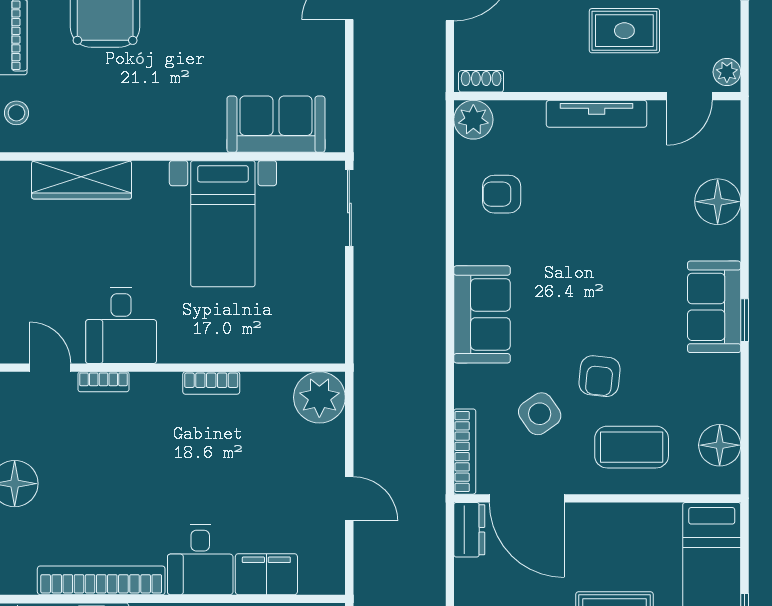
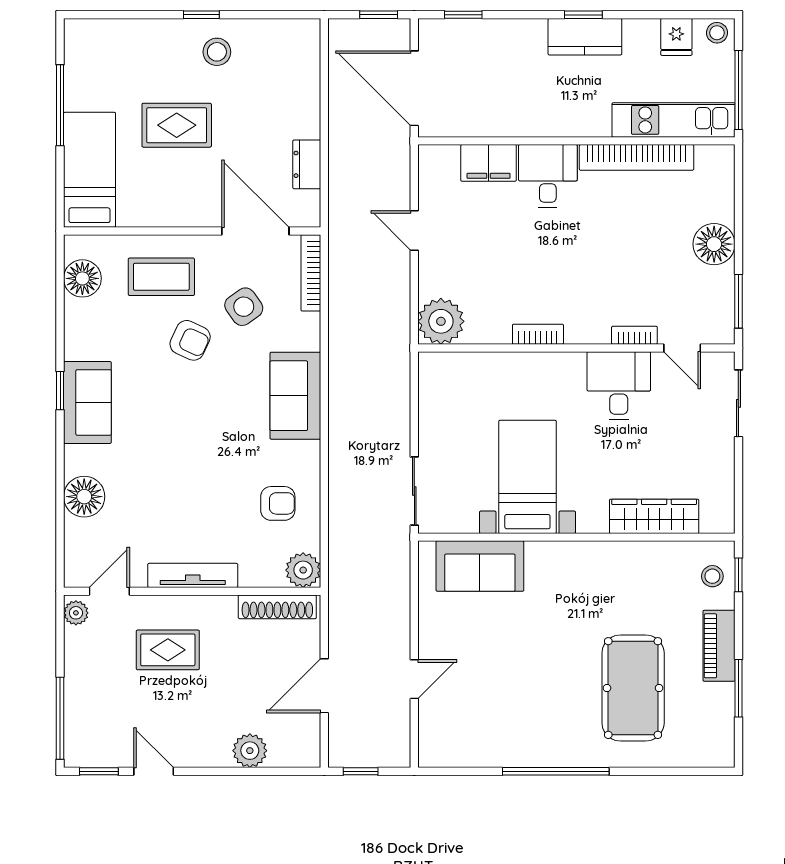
shoe rack: (481, 81) -> (277, 607), width x1.94, depth x1.24
armchair: (600, 376) -> (190, 340), turned 109
dresser: (469, 530) -> (307, 164), moved

